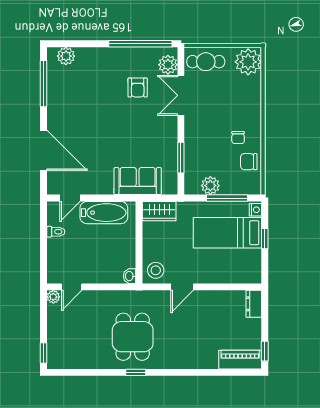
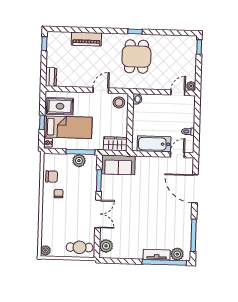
window: (140, 44) -> (164, 262), moved
tv unit: (95, 54) -> (157, 255), added
plant: (248, 62) -> (45, 250), width x0.53, depth x0.53
armchair: (138, 88) -> (128, 231), removed
double door: (181, 95) -> (98, 214), moved
sofa: (138, 181) -> (118, 165), moved
window: (227, 198) -> (80, 152), moved
rug: (240, 262) -> (60, 106), added
piano: (240, 360) -> (86, 39), moved

